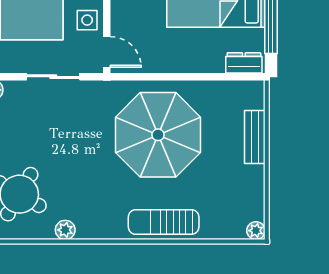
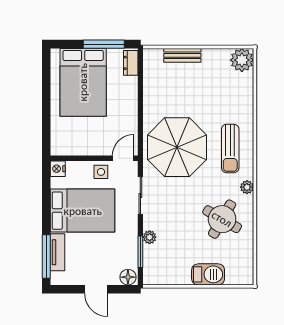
parasol: (158, 135) -> (177, 147), moved
sun lounger: (164, 222) -> (230, 149), moved
plant: (256, 231) -> (242, 60), width x1.87, depth x1.87

